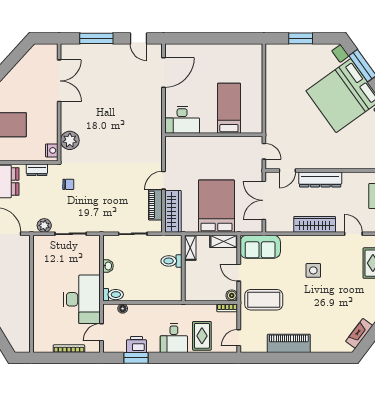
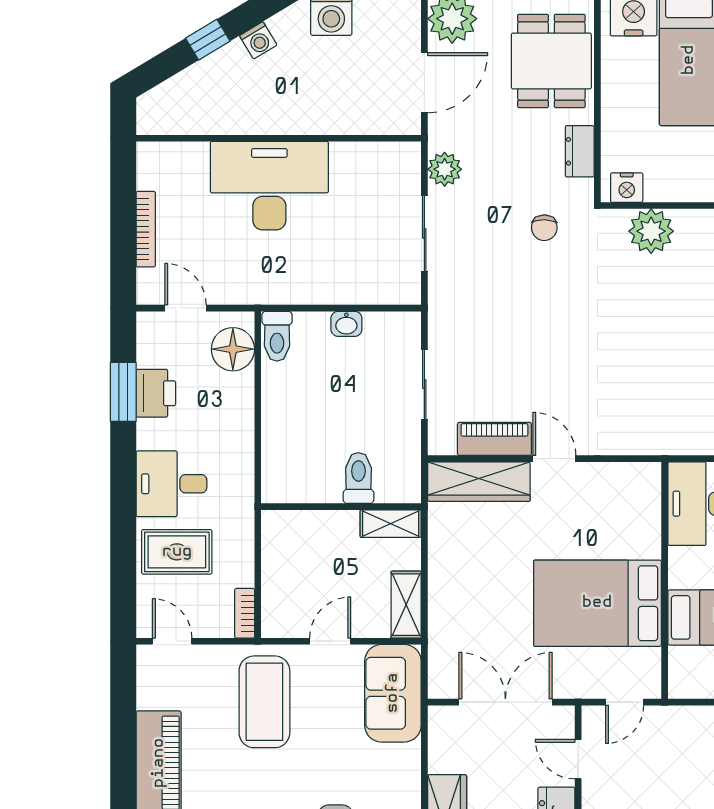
bed: (216, 206) -> (597, 603), moved, turned 180
boiler: (232, 295) -> (275, 624), removed
desk: (82, 299) -> (269, 186), moved, turned 180
floor lamp: (123, 309) -> (233, 349), width x1.89, depth x1.89

